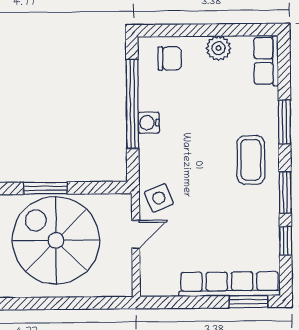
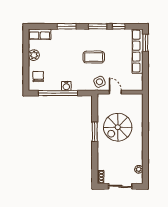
coffee table: (251, 160) -> (94, 57), moved
spiral stairs: (56, 240) -> (118, 127), width x0.73, depth x0.73

